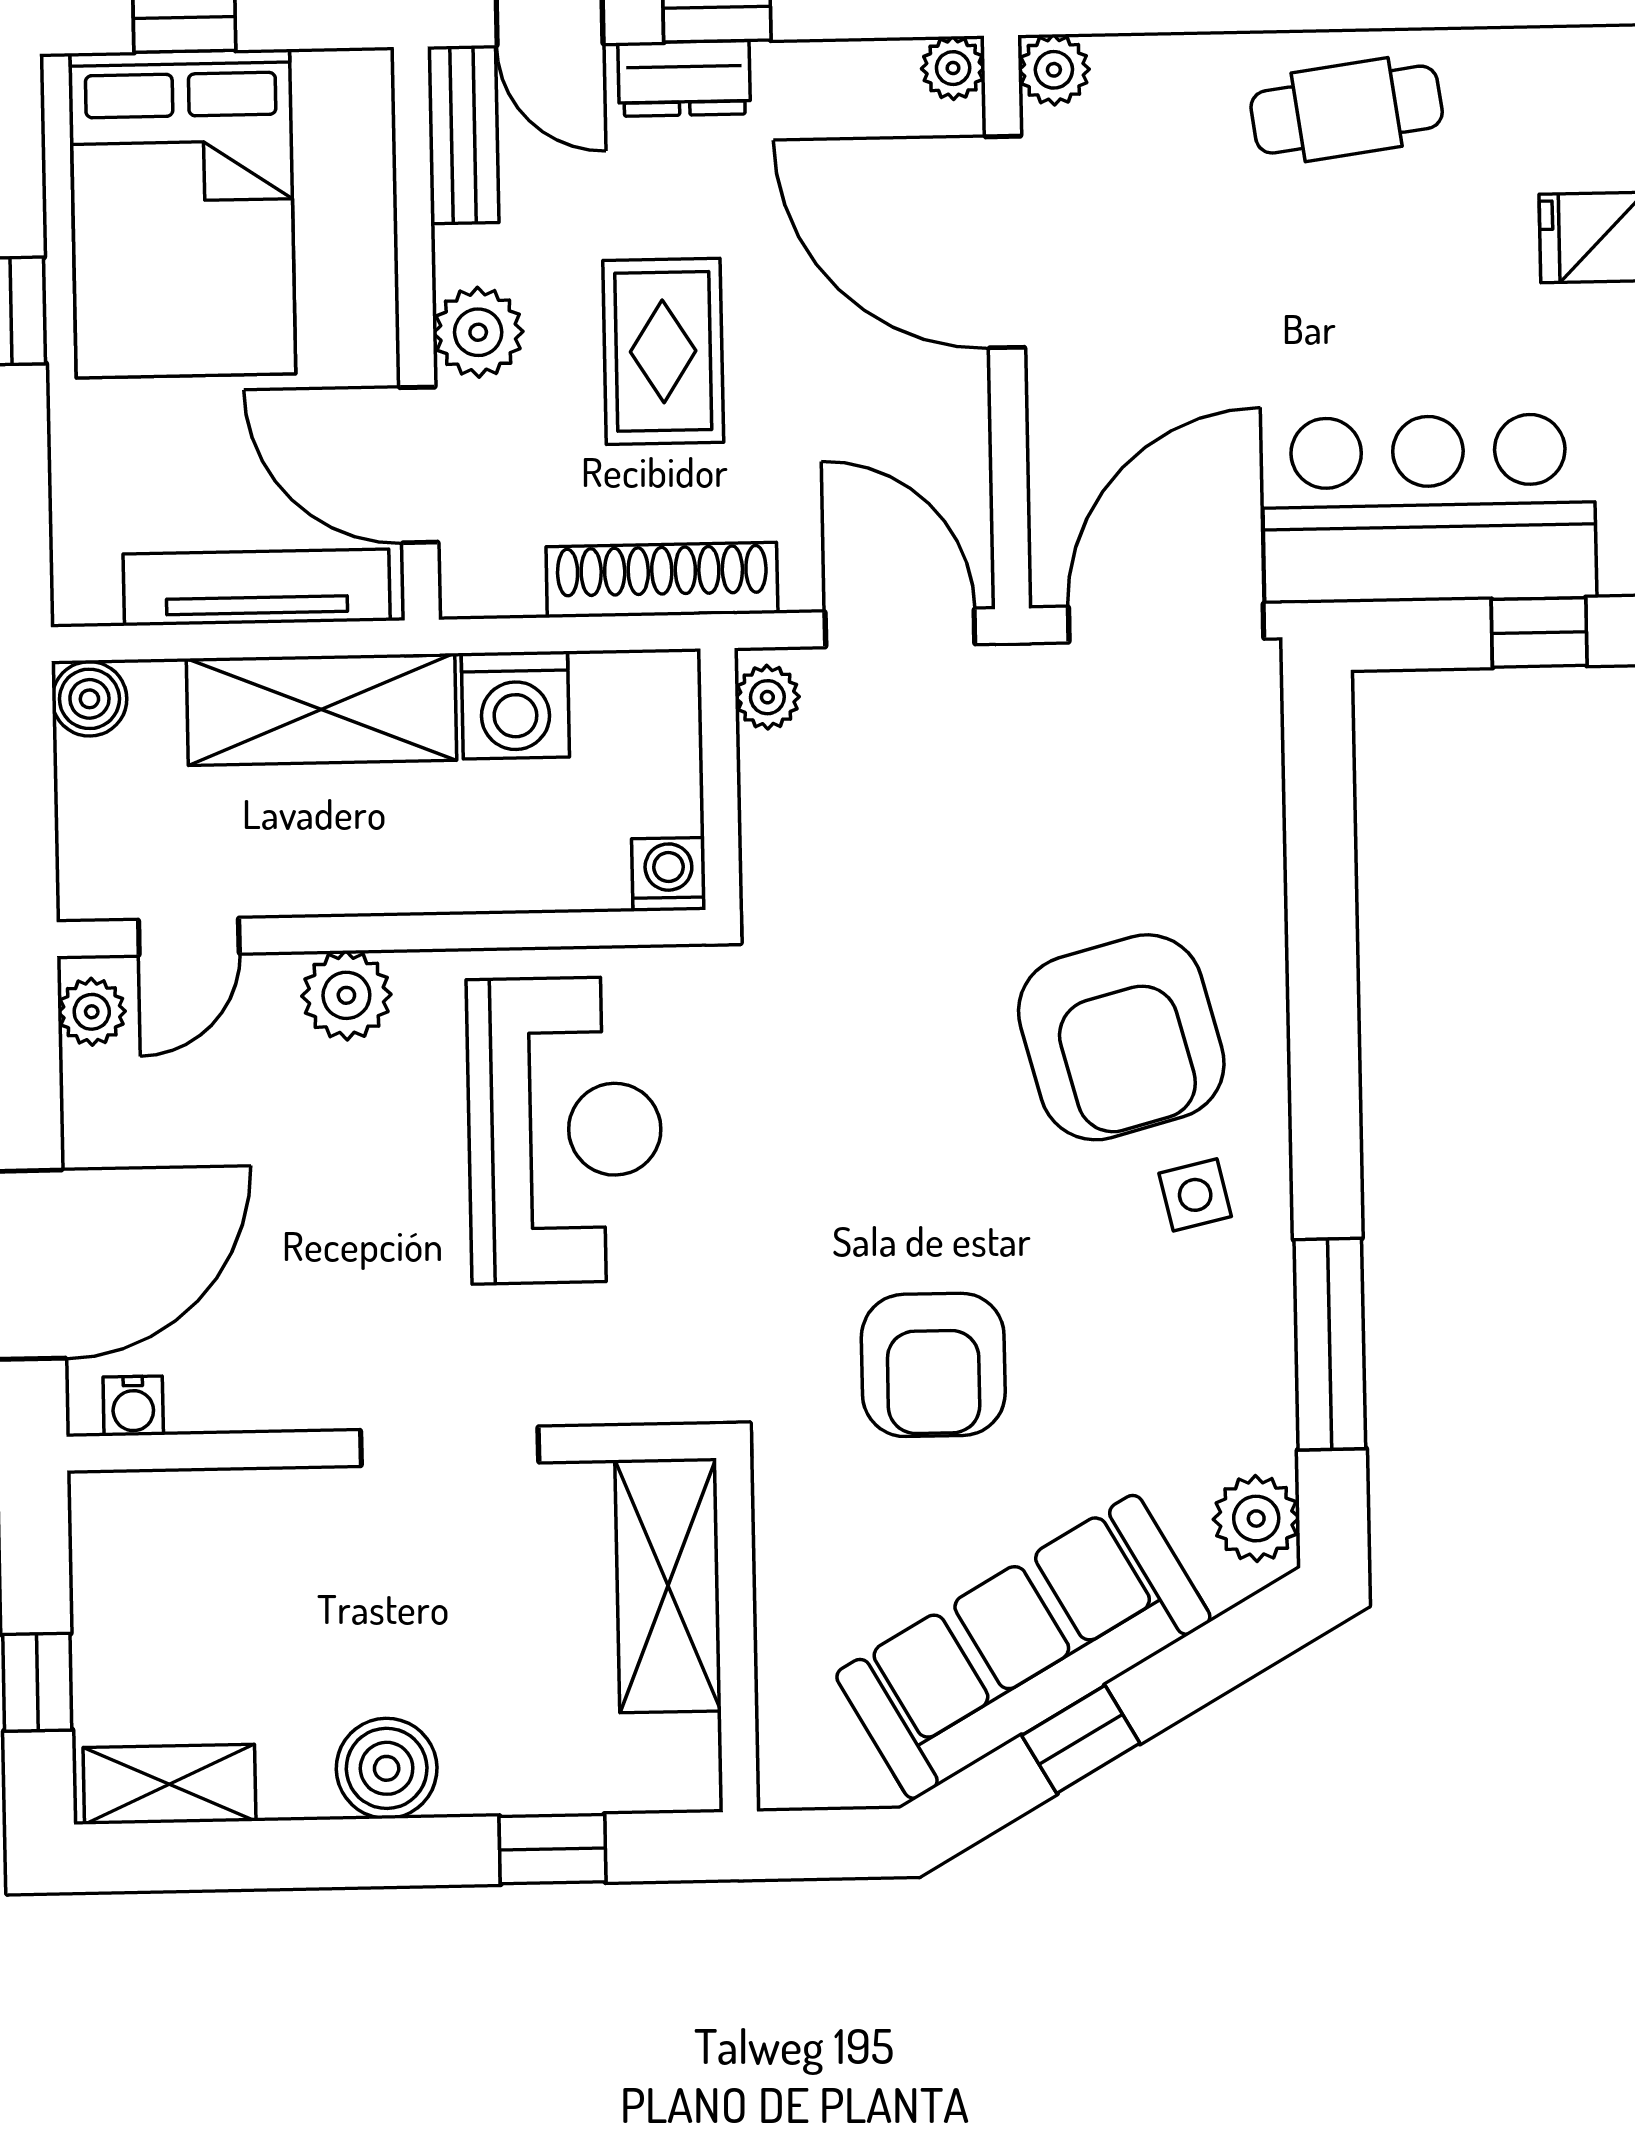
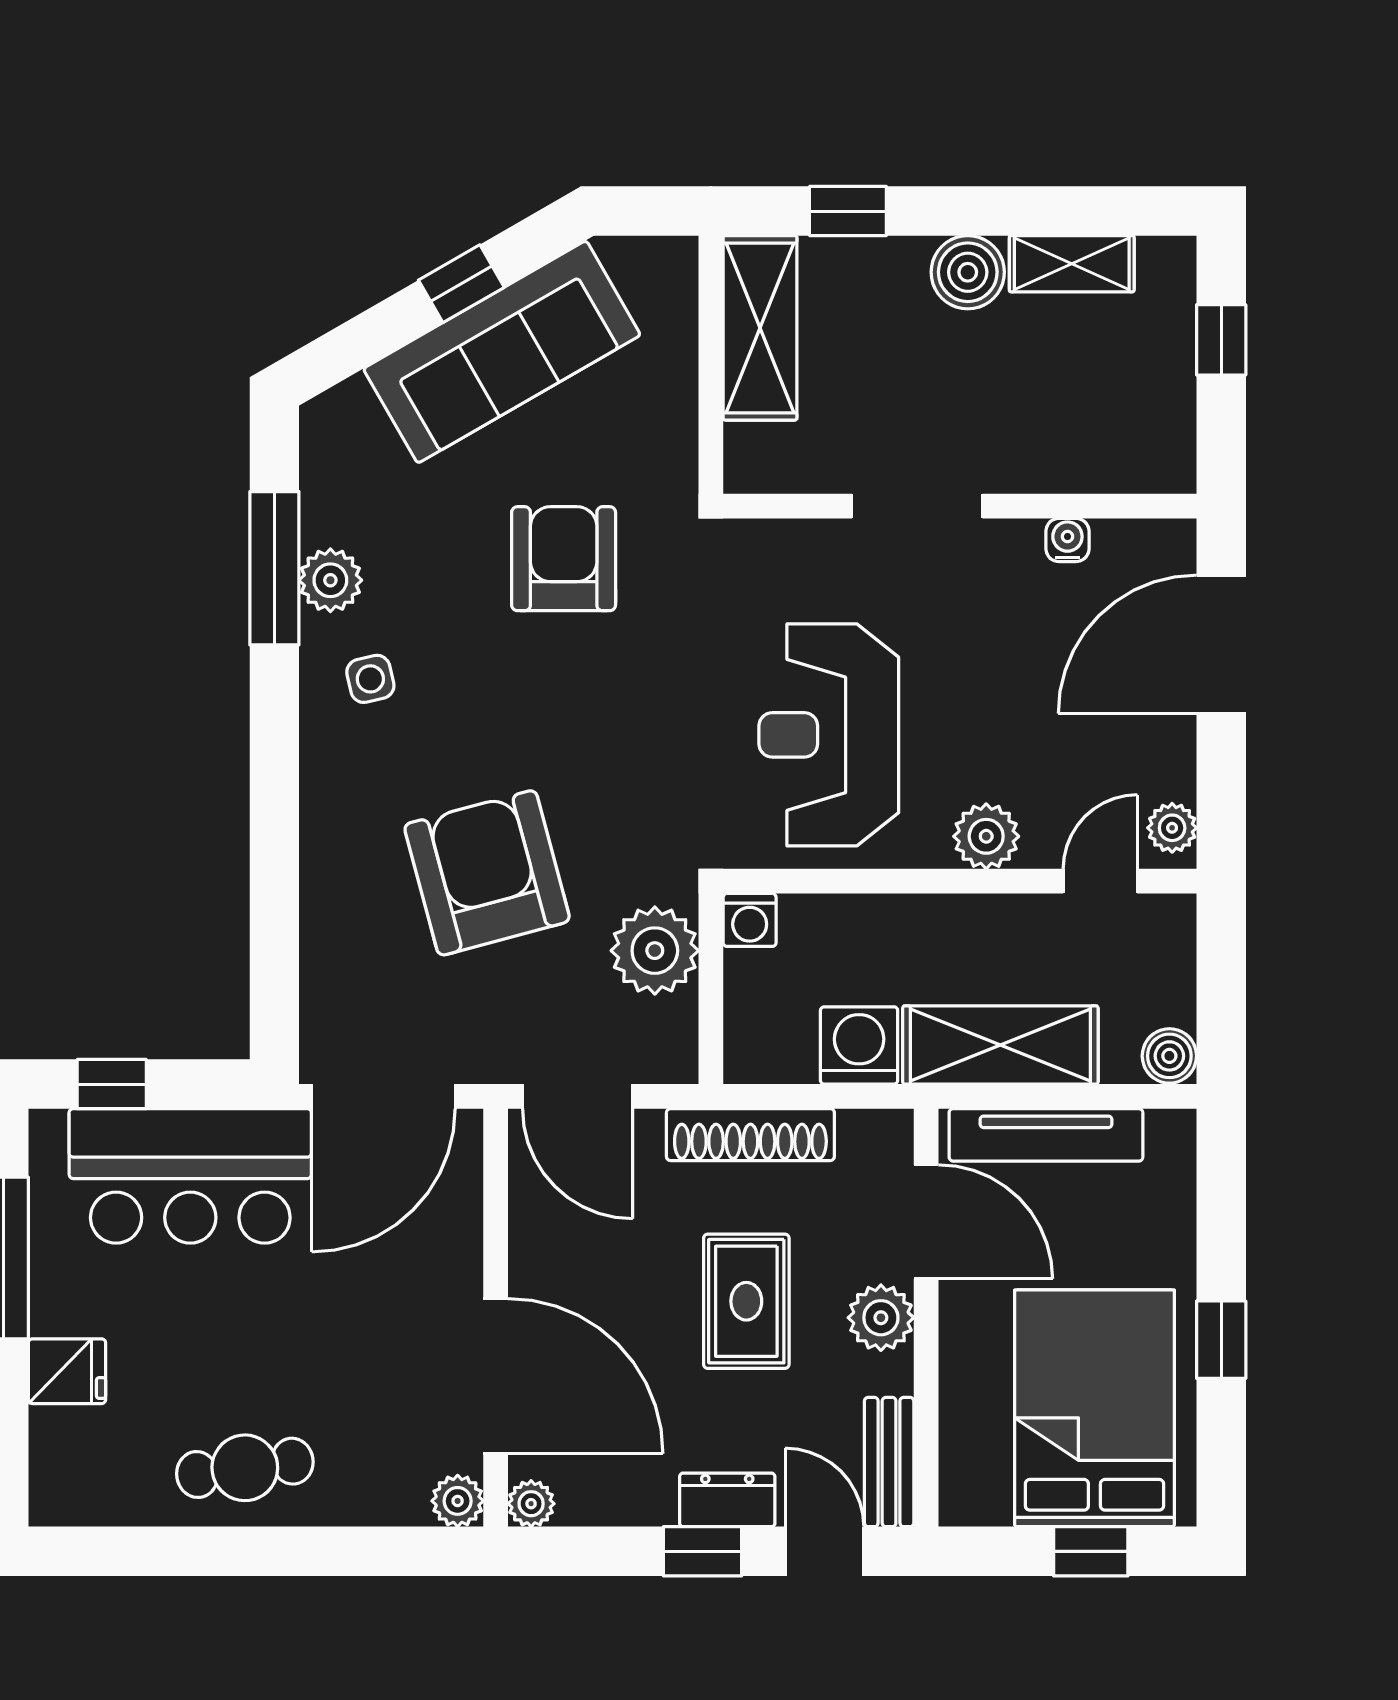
plant: (767, 697) -> (655, 951), moved, width x1.88, depth x1.88
armchair: (1121, 1037) -> (487, 873), moved
water cooler: (133, 1406) -> (1067, 540), moved
plant: (1256, 1519) -> (330, 580), moved
shelving: (668, 1585) -> (760, 328), moved
shelving: (170, 1784) -> (1072, 264), moved

